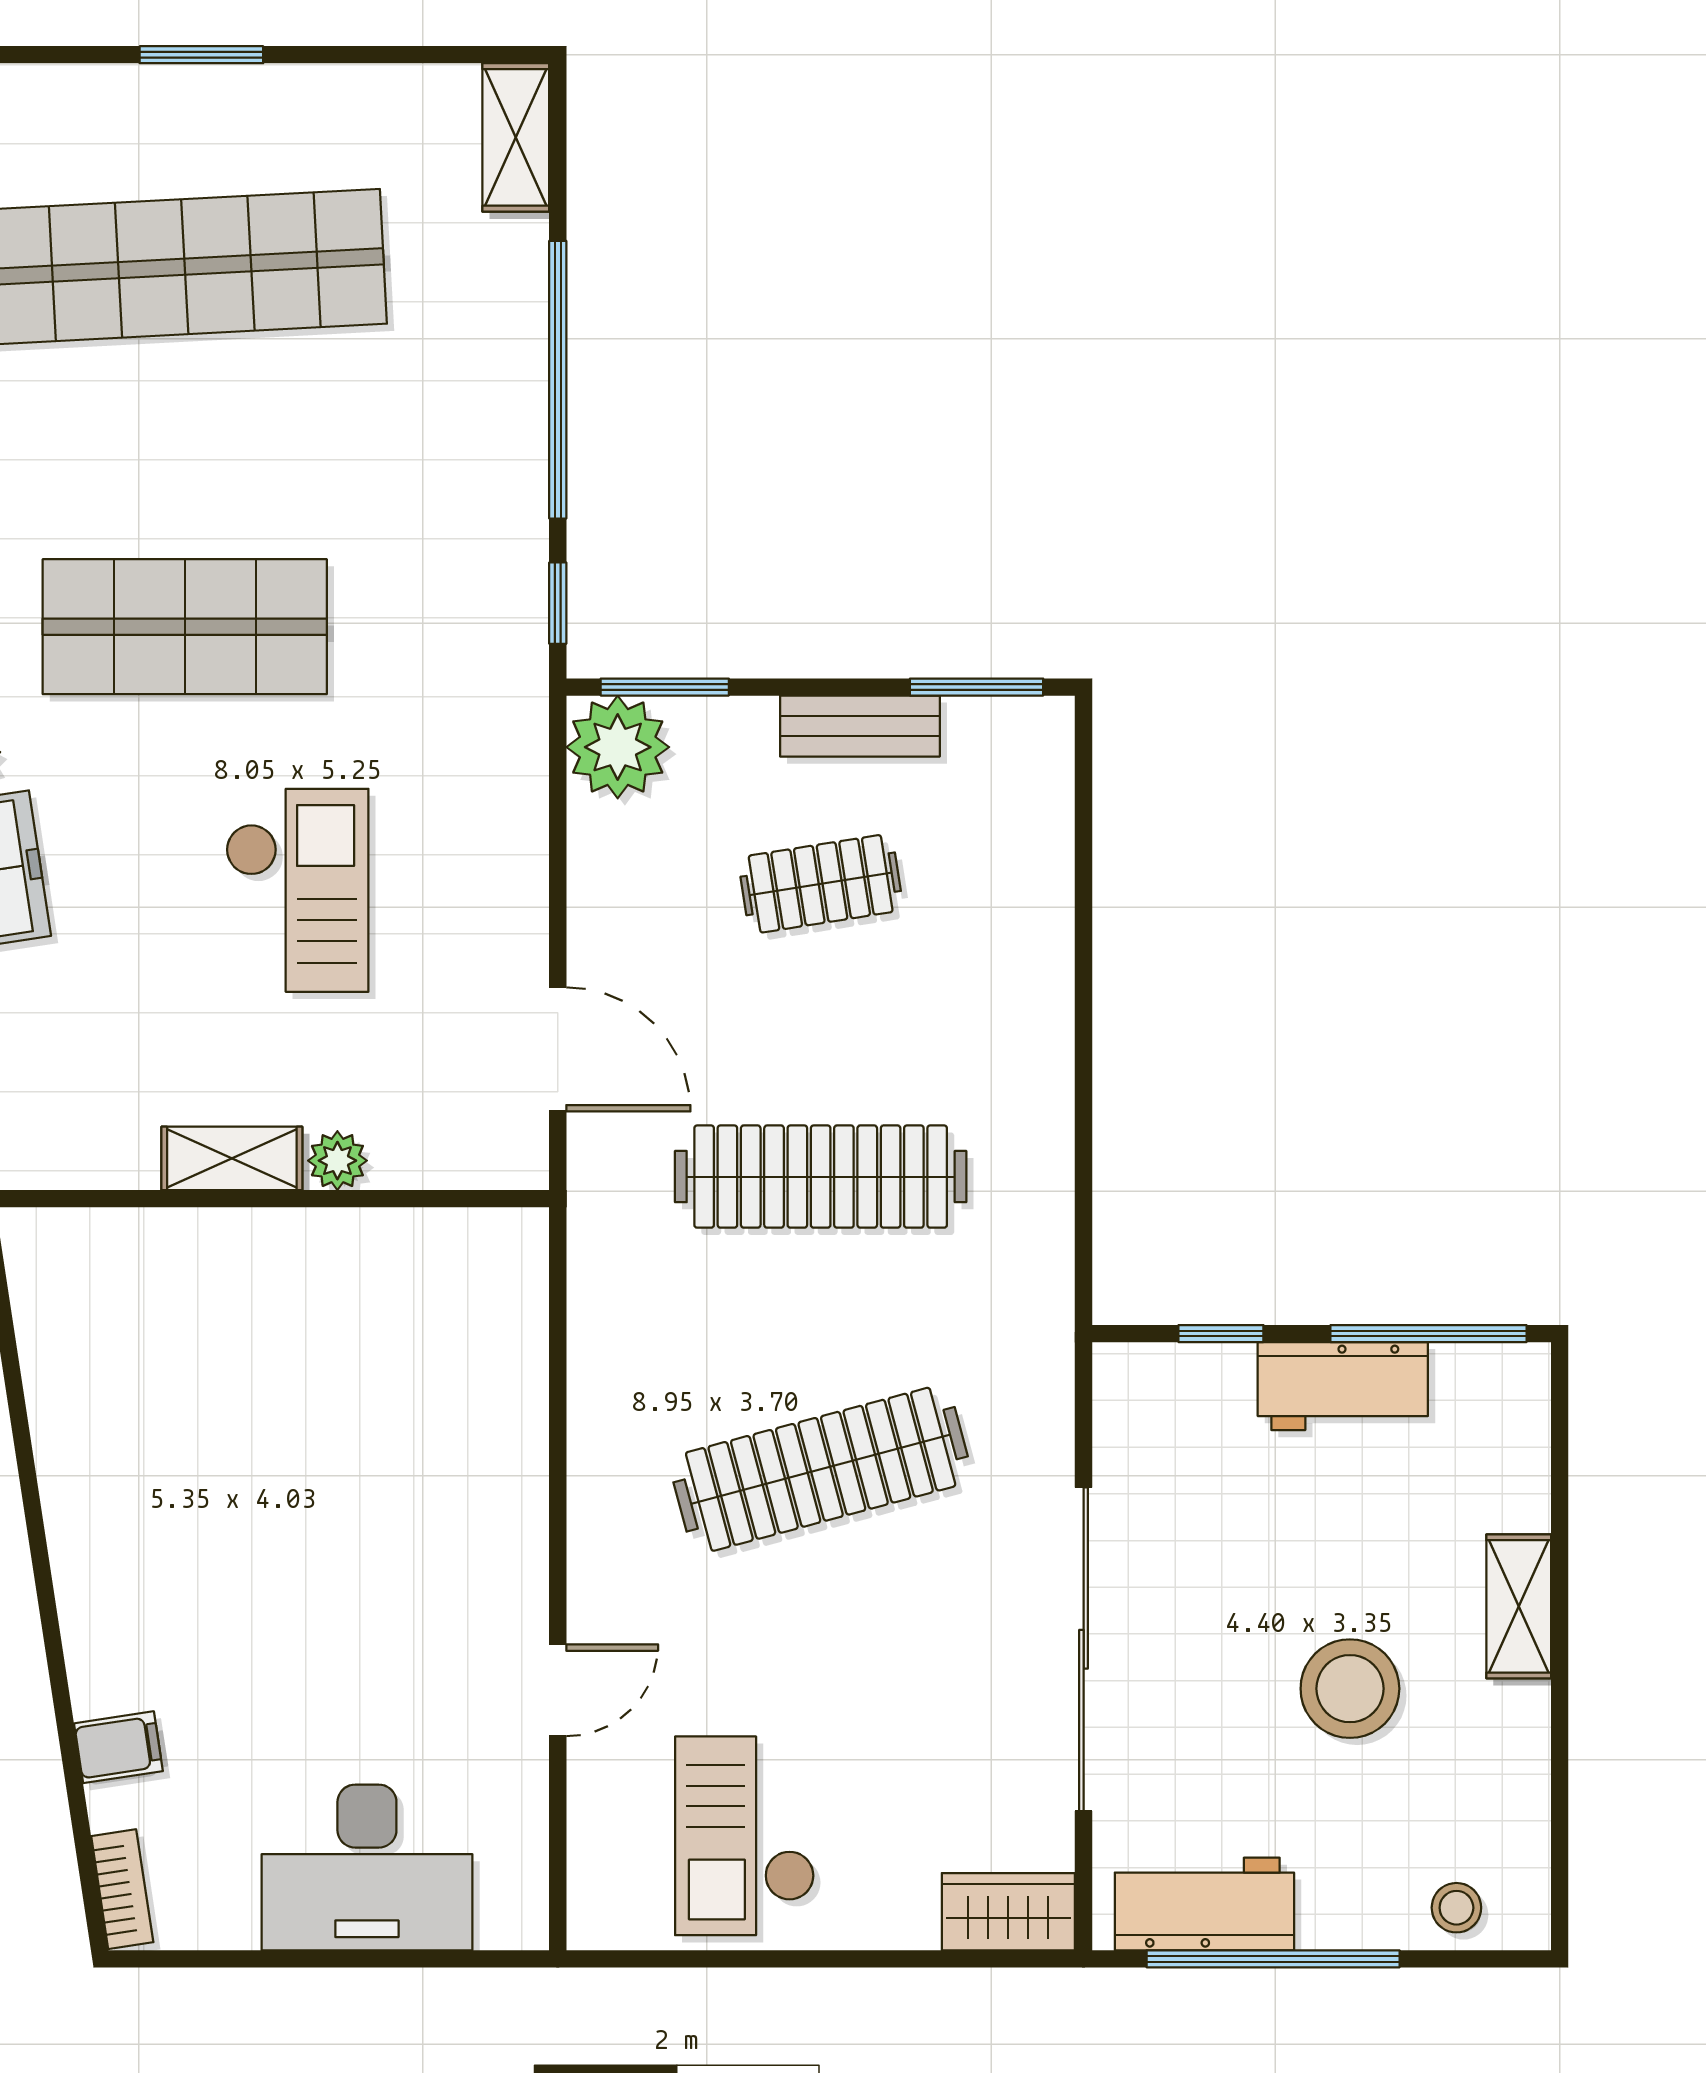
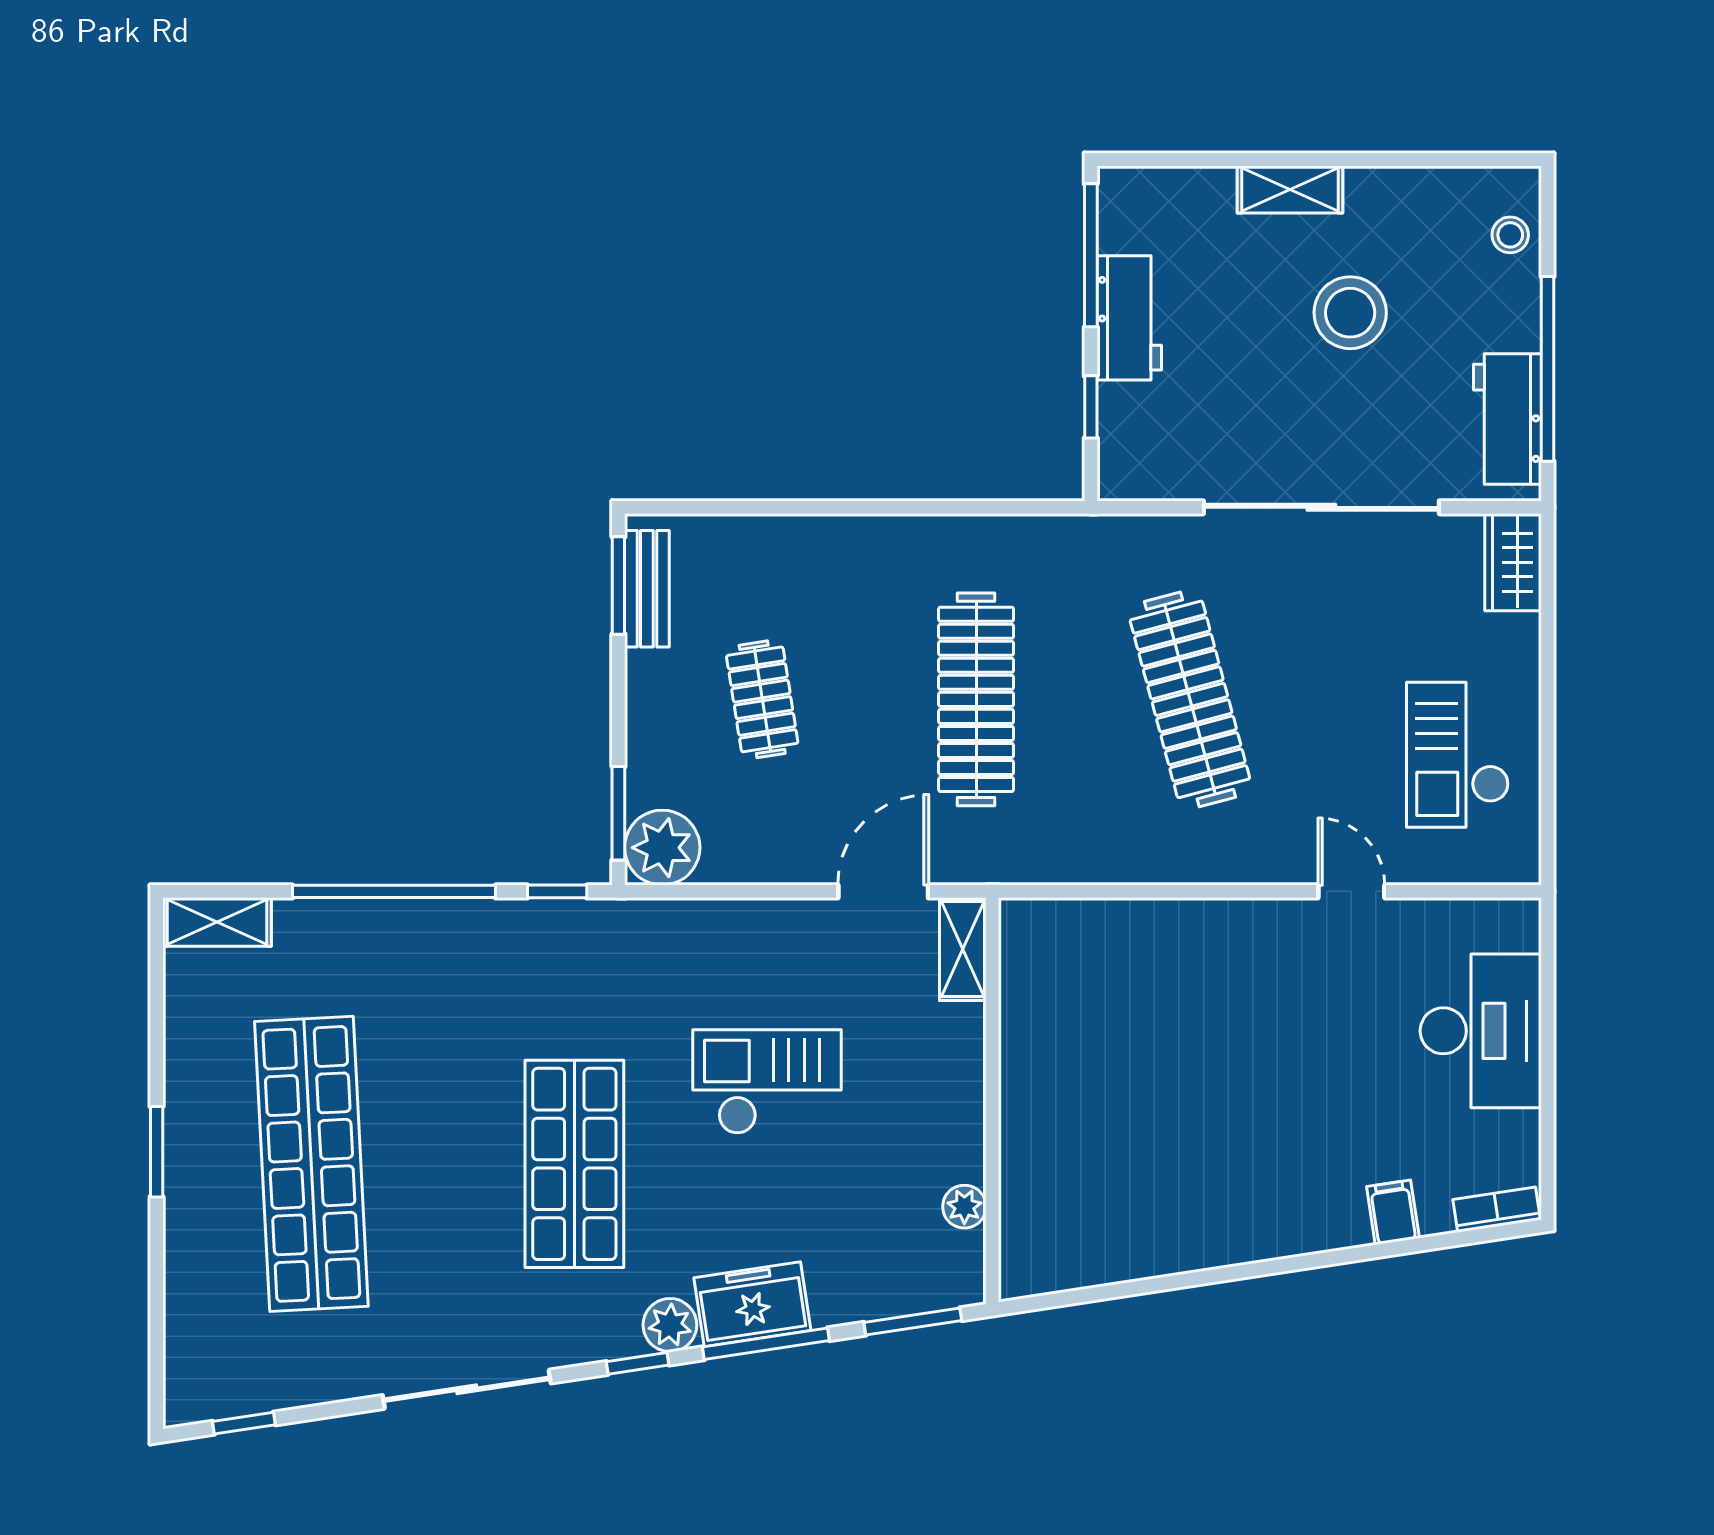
bench: (860, 726) -> (647, 589), moved
shelving: (232, 1158) -> (963, 949), moved
plant: (337, 1161) -> (964, 1207), moved
checkout: (745, 1836) -> (1458, 755), turned 90

